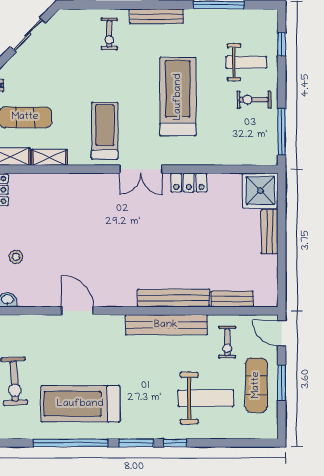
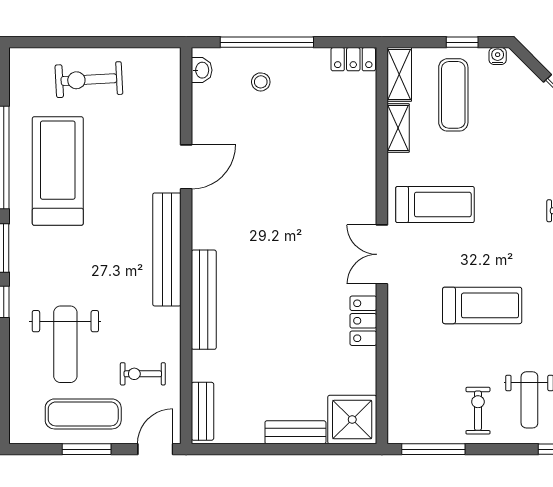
treadmill: (178, 97) -> (482, 305), width x0.73, depth x0.73
bench: (232, 299) -> (202, 411), moved
bench: (166, 325) -> (167, 249), moved

